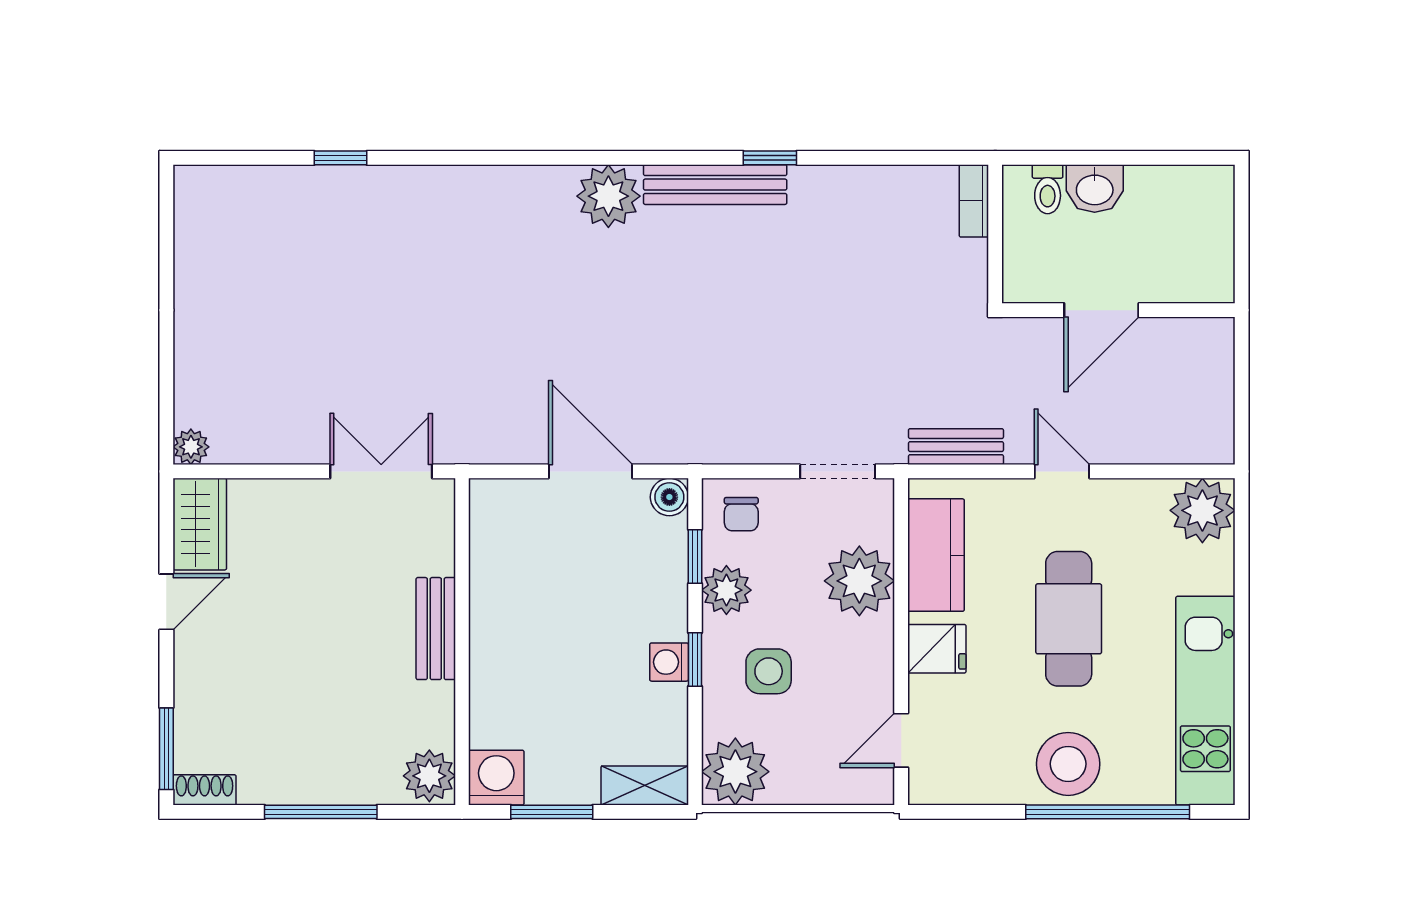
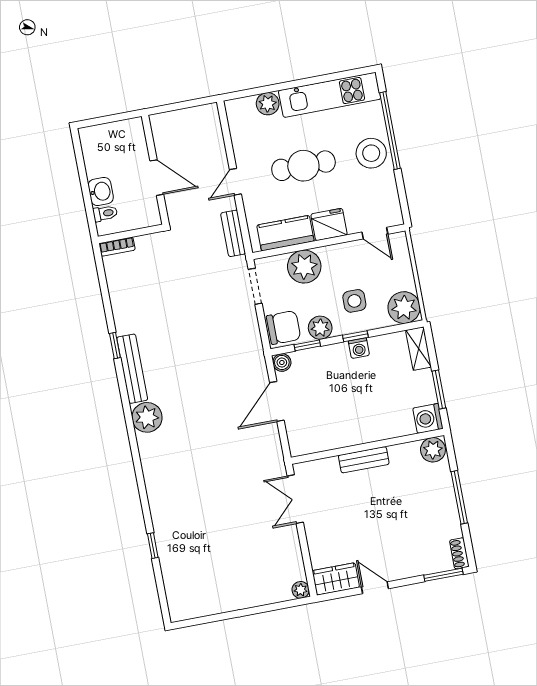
plant: (1202, 510) -> (268, 104), moved, width x0.73, depth x0.73
chair: (741, 514) -> (284, 328), width x1.87, depth x1.87
fridge: (937, 649) -> (329, 224), width x1.38

